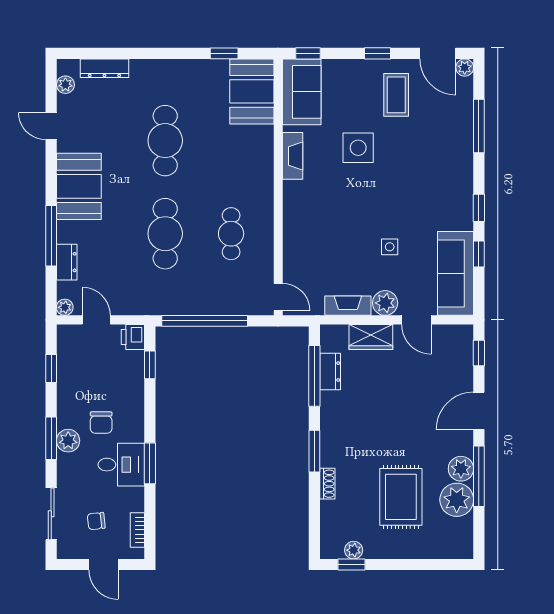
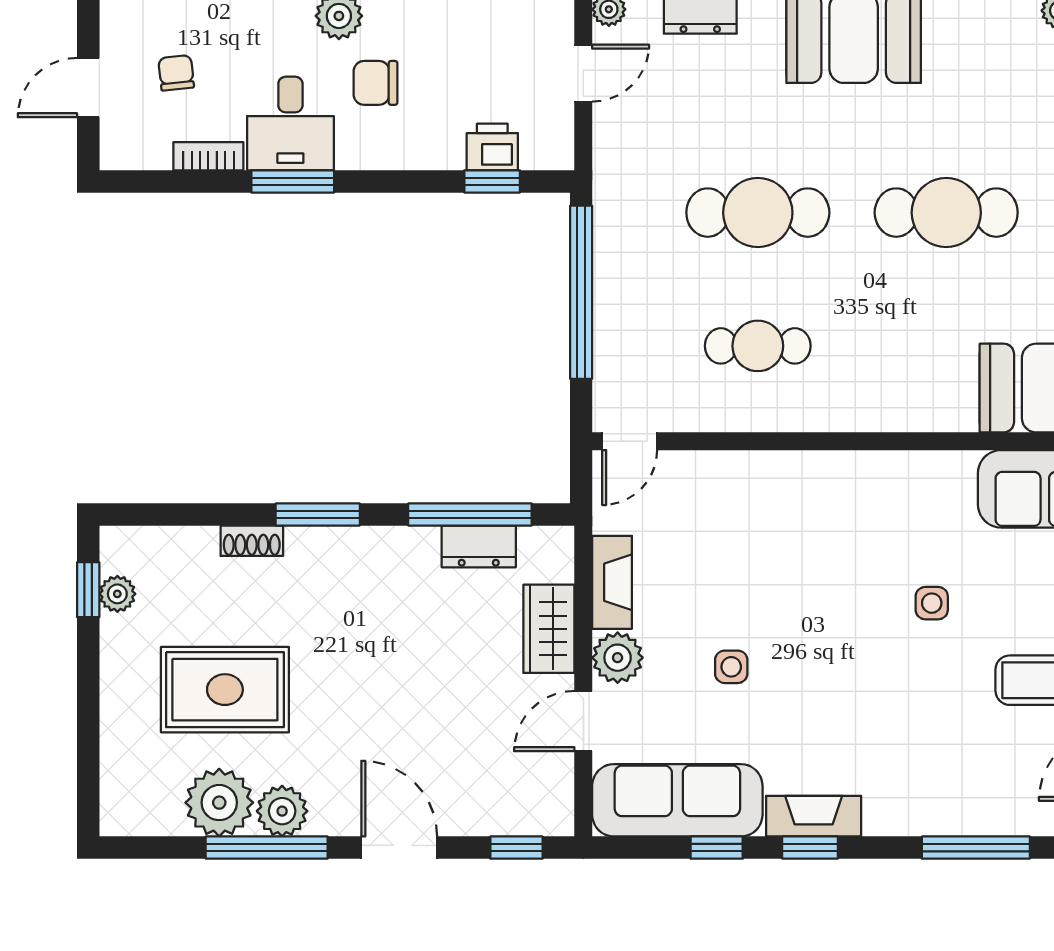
side table: (358, 148) -> (932, 603), width x0.54, depth x0.54
fireplace: (293, 156) -> (814, 816), moved, turned 180
printer: (133, 337) -> (492, 147), moved
bookcase: (137, 530) -> (208, 156), moved

